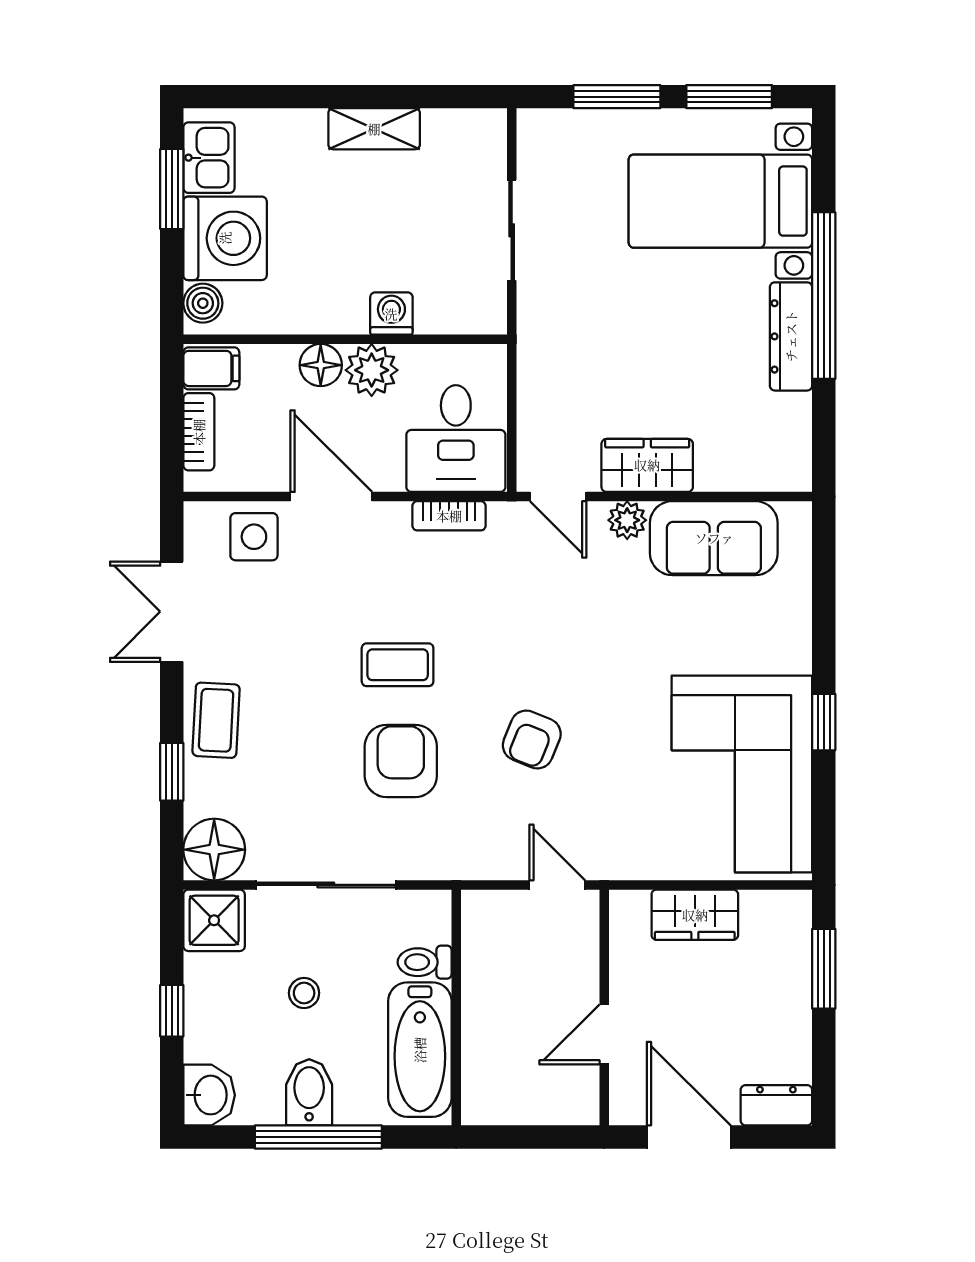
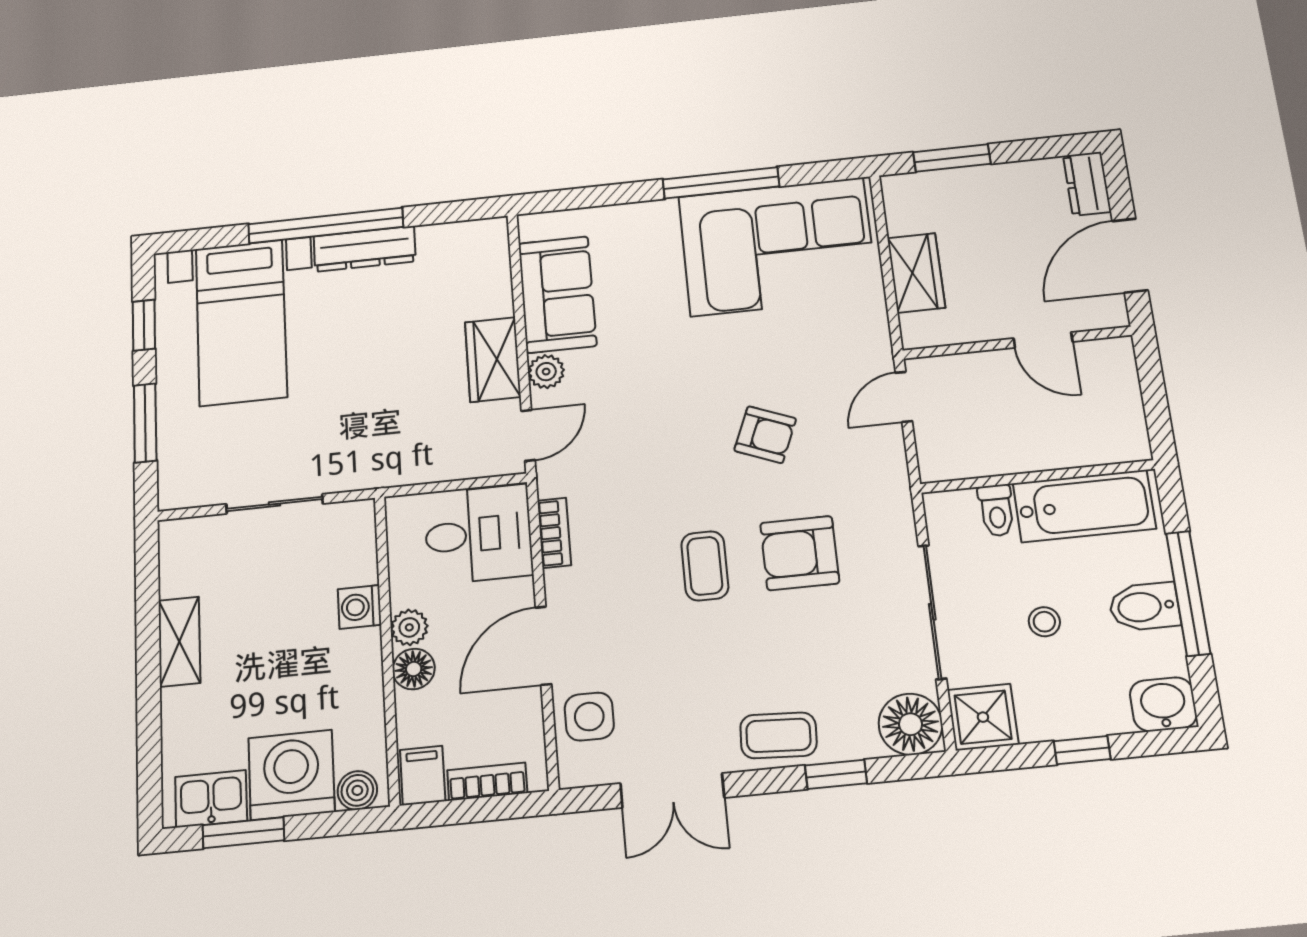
window: (729, 97) -> (144, 325), width x0.67
plant: (372, 370) -> (409, 627), width x0.73, depth x0.73
window: (824, 722) -> (721, 183), width x2.17

